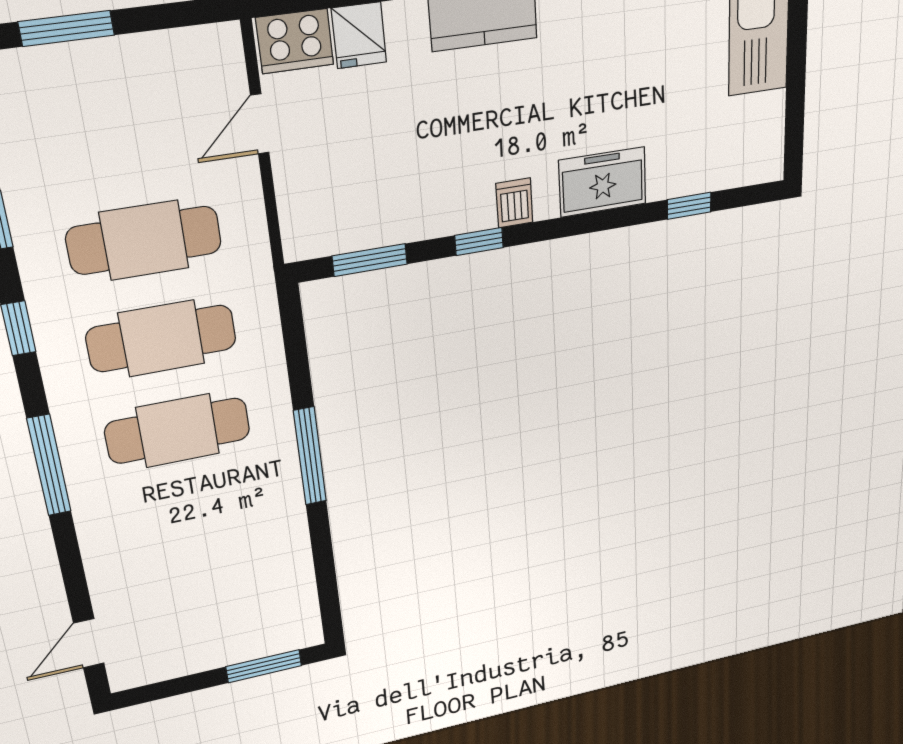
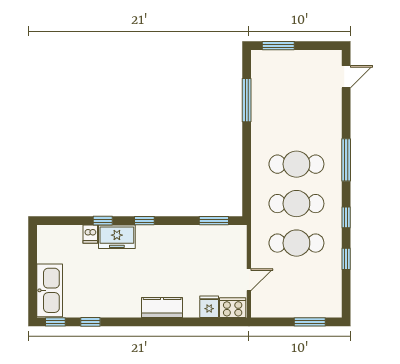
dishwasher: (514, 203) -> (90, 234), moved
window: (689, 206) -> (103, 221), moved
window: (479, 241) -> (144, 221), moved
window: (310, 456) -> (247, 100), moved

